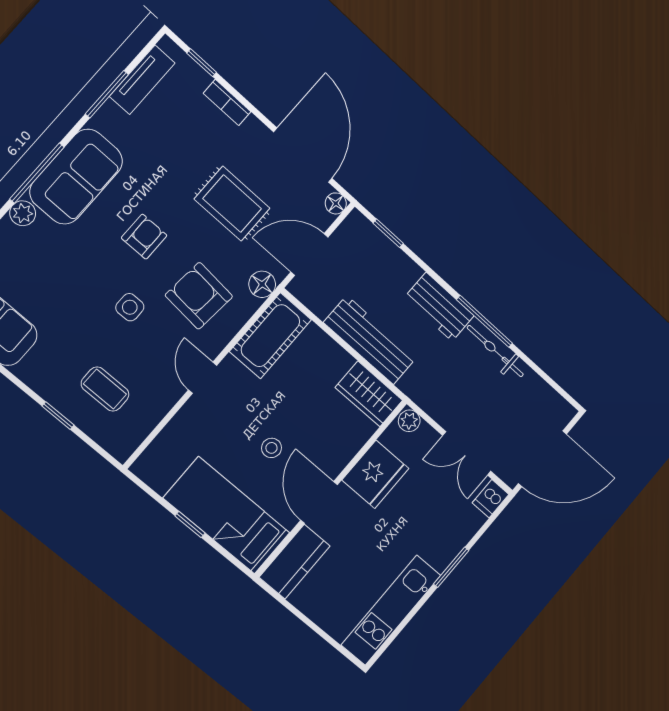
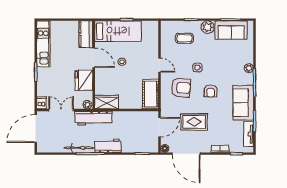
sofa: (76, 177) -> (243, 103), moved
floor lamp: (262, 284) -> (166, 107), removed
workbench: (370, 340) -> (94, 118), moved
plant: (37, 371) -> (208, 27), added

